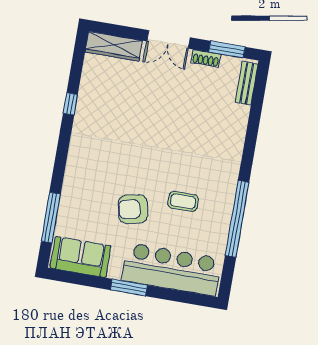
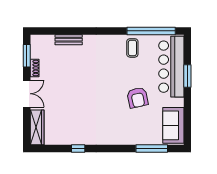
bench: (247, 83) -> (69, 40), moved
coffee table: (183, 201) -> (132, 48), moved
window: (237, 219) -> (151, 31), moved
window: (129, 288) -> (187, 76), moved

